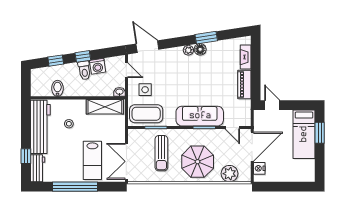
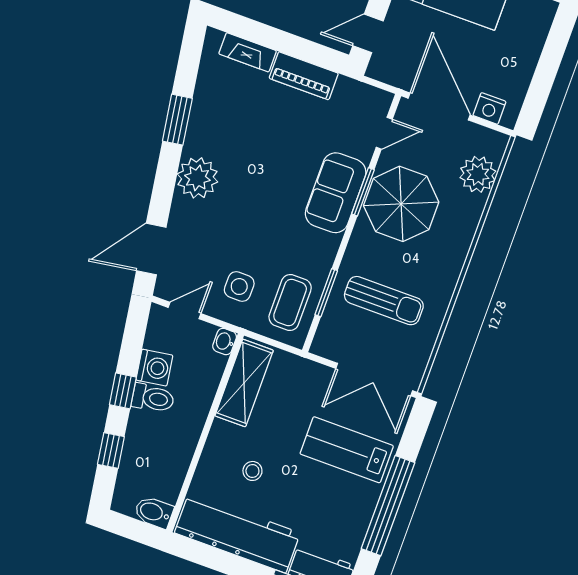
floor lamp: (200, 49) -> (197, 141), removed
plant: (188, 50) -> (197, 178), width x1.87, depth x1.87
bidet: (57, 88) -> (154, 512), moved
coffee table: (146, 114) -> (290, 302), width x0.73, depth x0.76
sofa: (200, 116) -> (336, 193), width x0.73
lab bench: (92, 160) -> (347, 450), turned 180
parasol: (198, 162) -> (401, 204), moved

